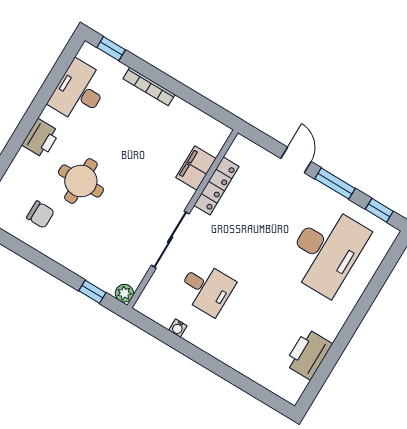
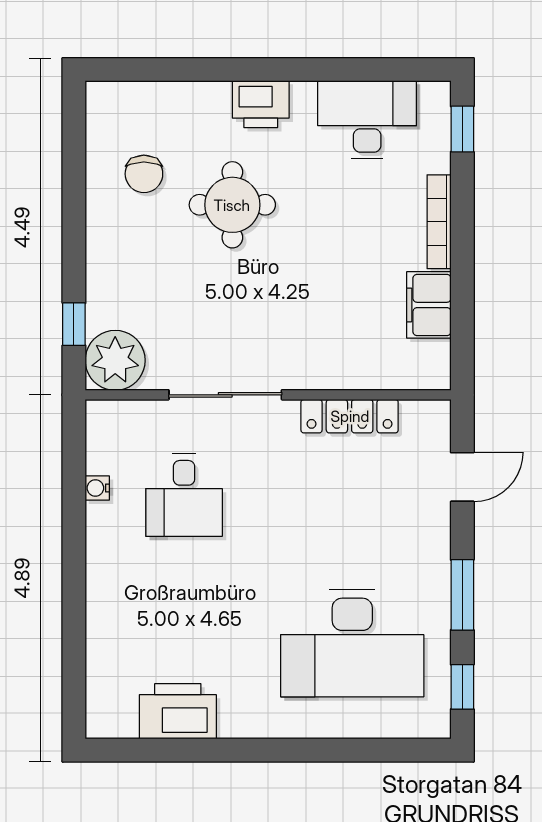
door: (296, 160) -> (462, 477), moved
filing cabinet: (196, 168) -> (429, 305), moved, turned -90
plant: (124, 293) -> (115, 360), width x1.87, depth x1.87

